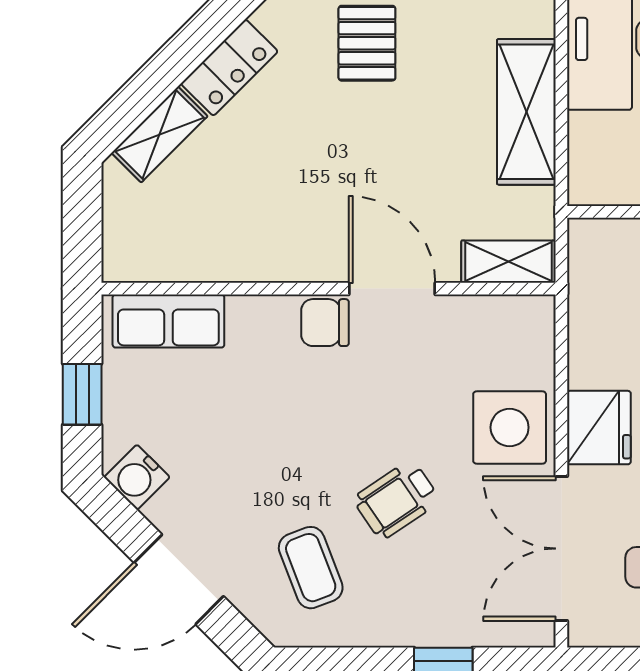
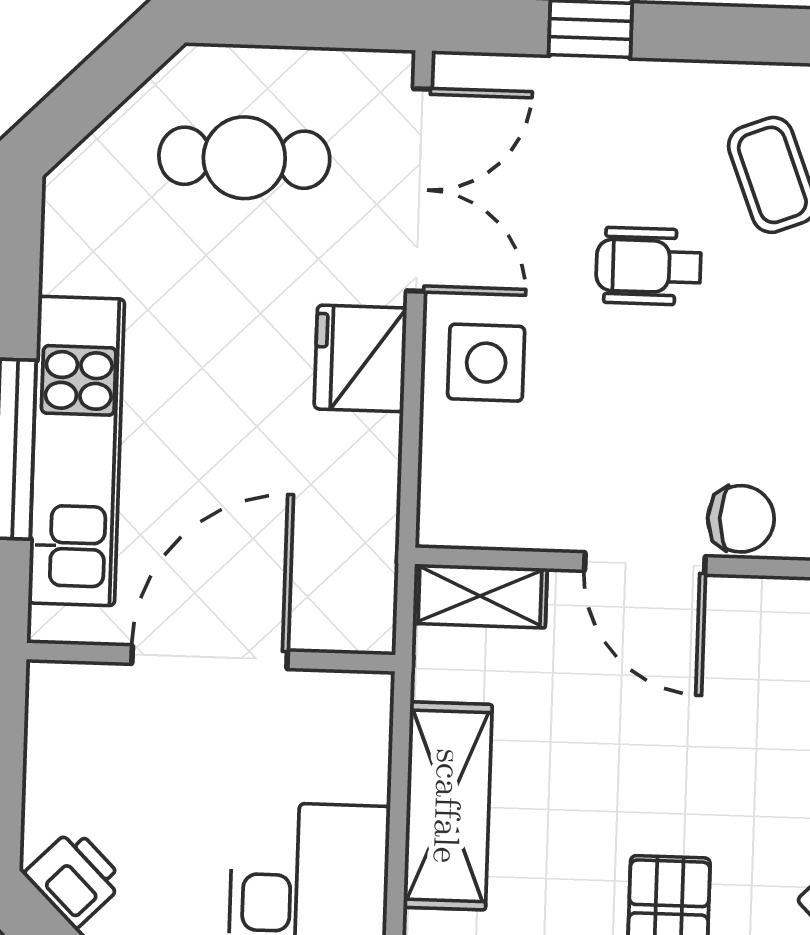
side table: (510, 427) -> (486, 363), width x0.73, depth x0.73
wheelchair: (397, 500) -> (648, 266), turned -146

